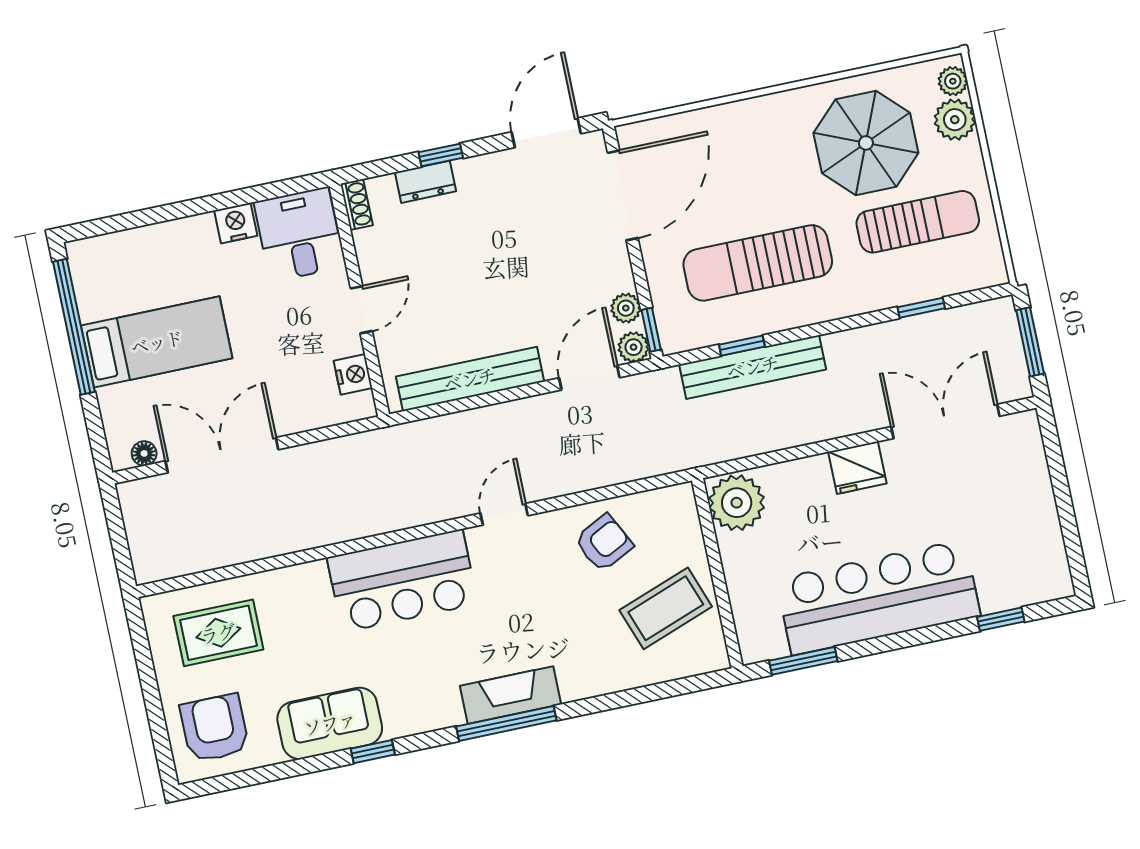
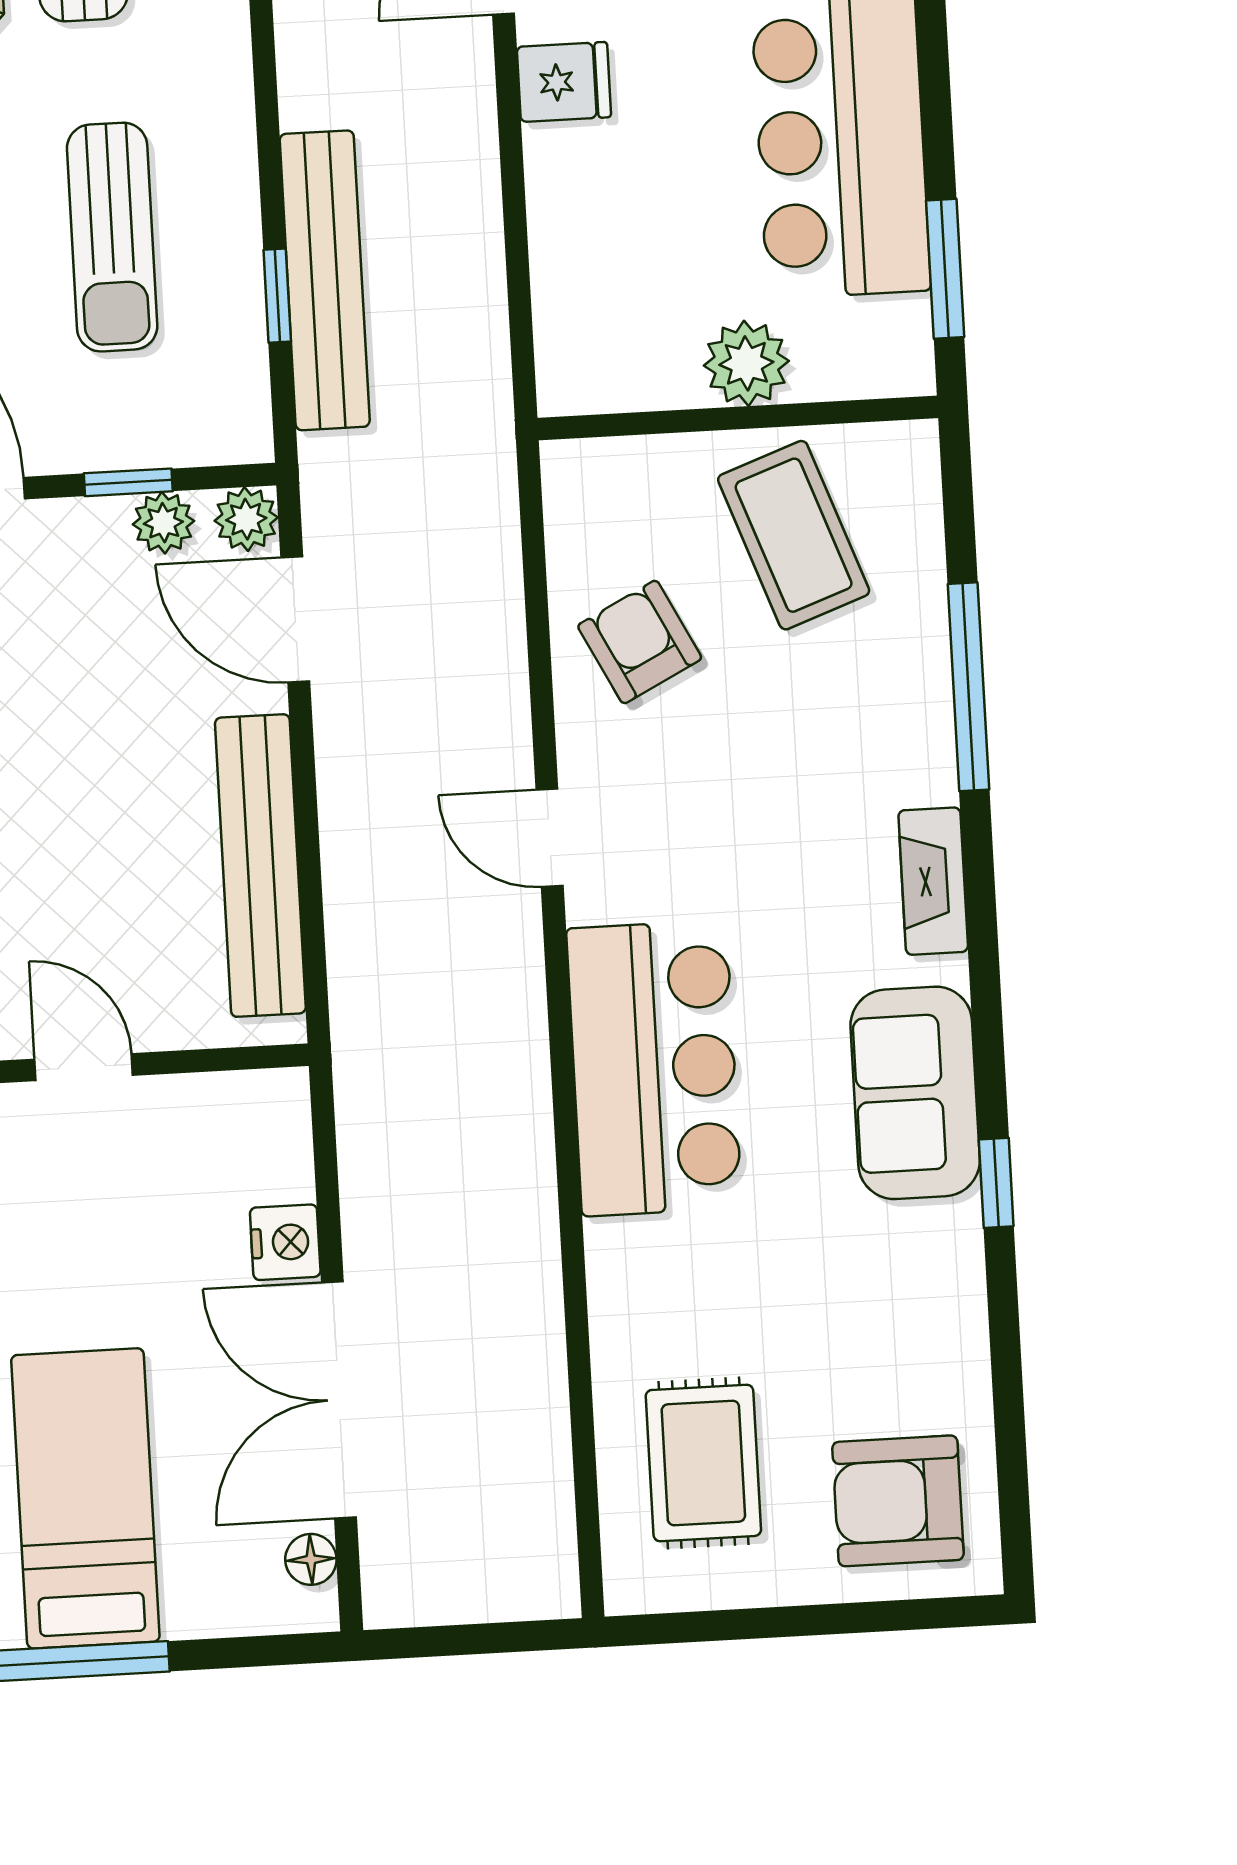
sun lounger: (758, 263) -> (112, 237), width x0.73, depth x0.75
window: (651, 330) -> (128, 482), moved
nightstand: (353, 374) -> (285, 1242), moved, turned 90
fridge: (857, 468) -> (564, 82), width x0.72
plant: (737, 503) -> (746, 363), moved, width x0.73, depth x0.73
fireplace: (511, 695) -> (933, 881), width x0.73, depth x0.76
sofa: (330, 723) -> (915, 1093), moved
window: (506, 723) -> (968, 687), moved

